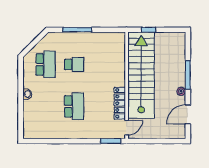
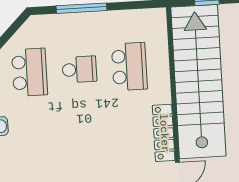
school desk: (74, 106) -> (129, 67), moved

